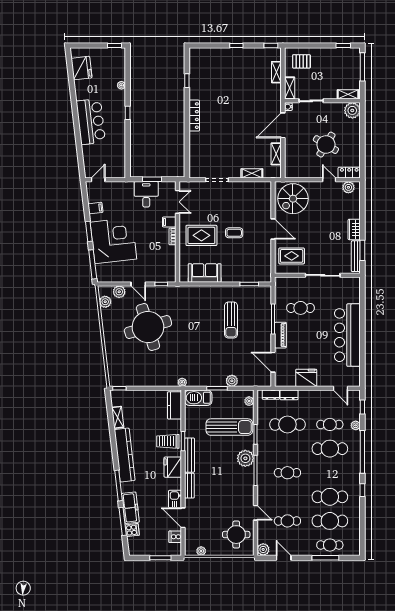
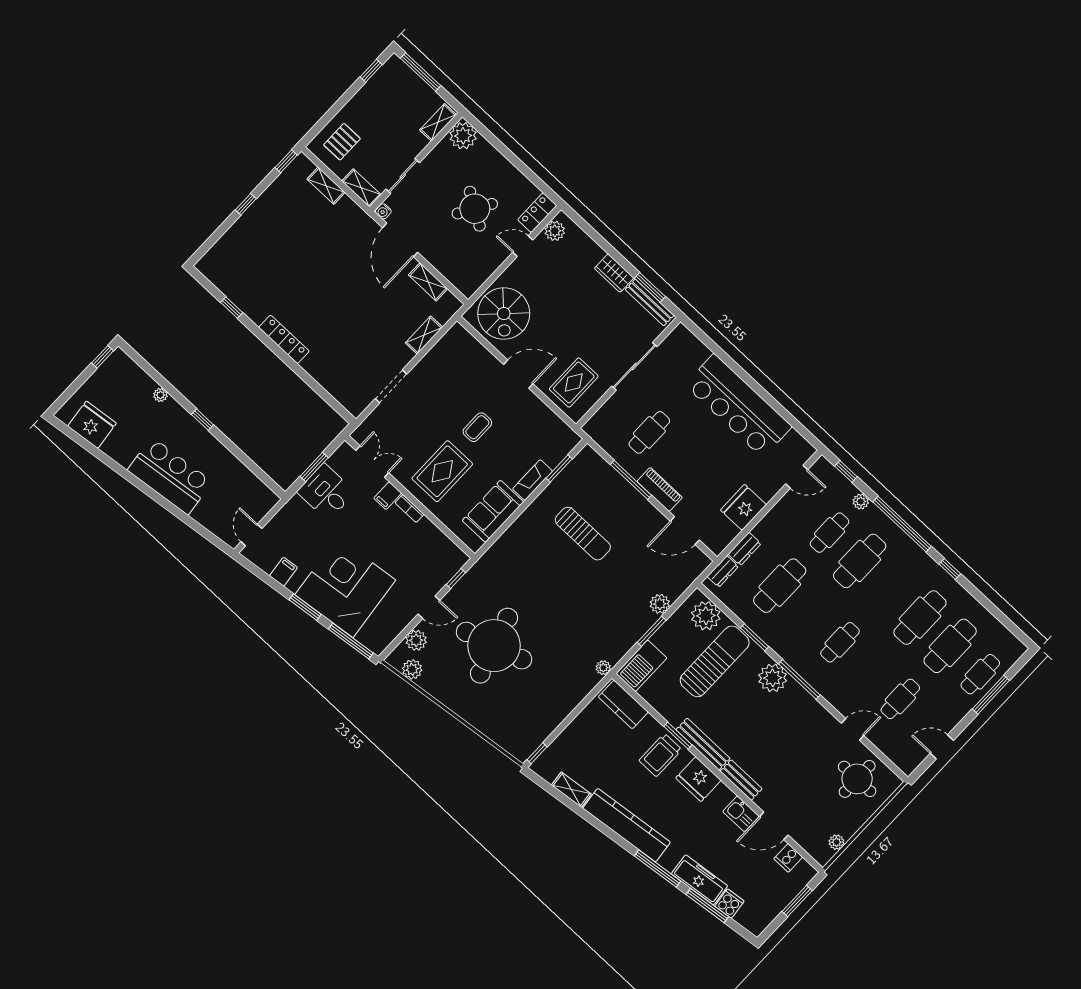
fireplace: (234, 277) -> (533, 480), added
plant: (249, 401) -> (706, 616), width x1.87, depth x1.87
plant: (263, 549) -> (907, 763), removed

